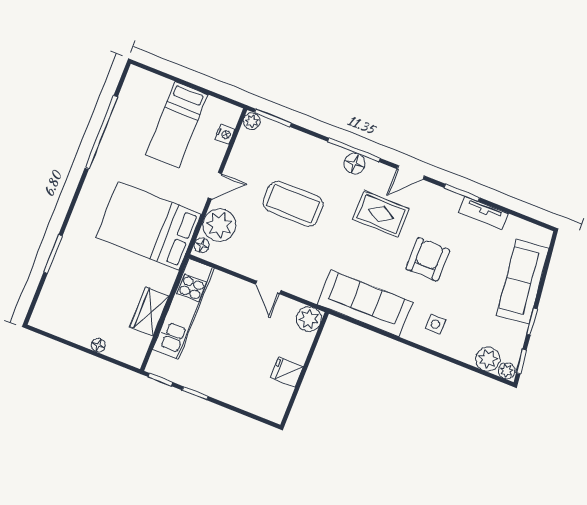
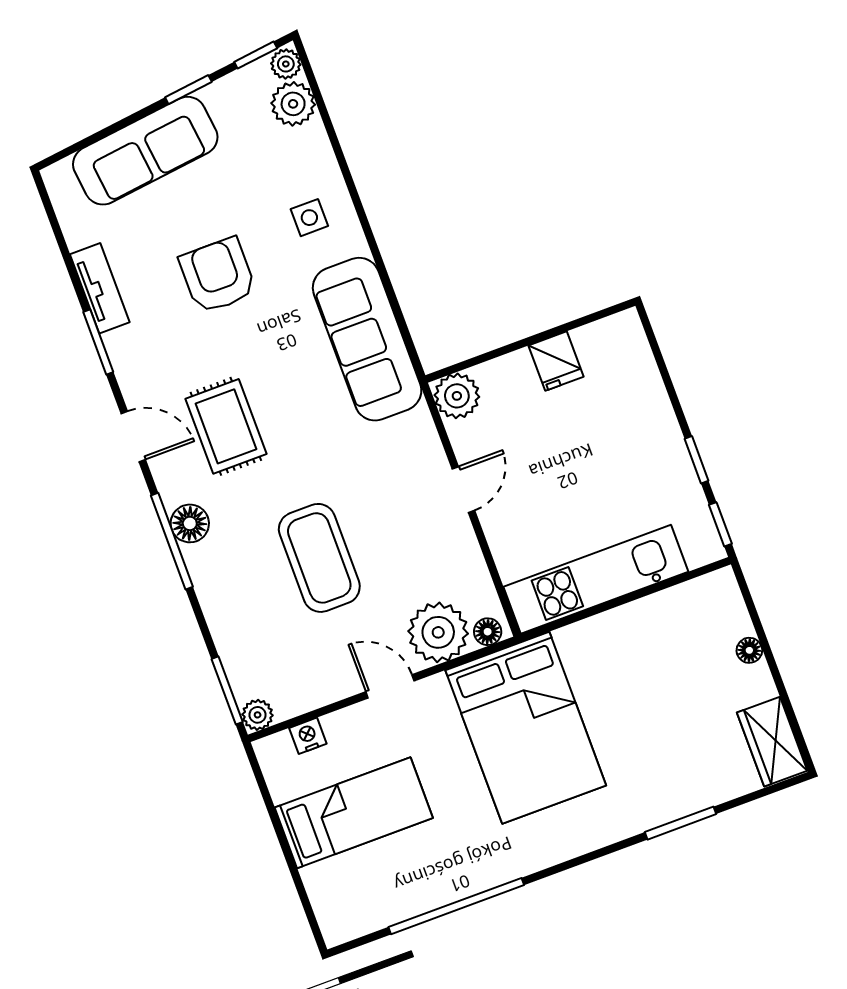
armchair: (428, 259) -> (218, 275), moved, turned 90
wardrobe: (149, 311) -> (772, 742), moved, turned 90

